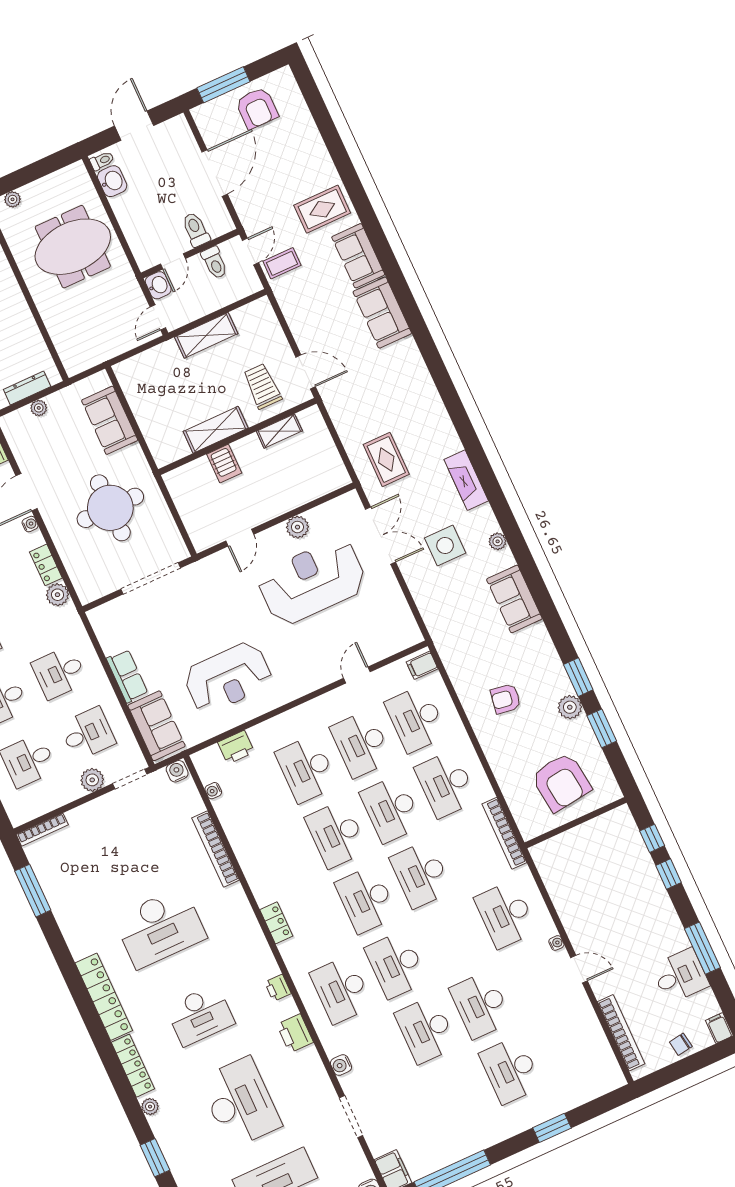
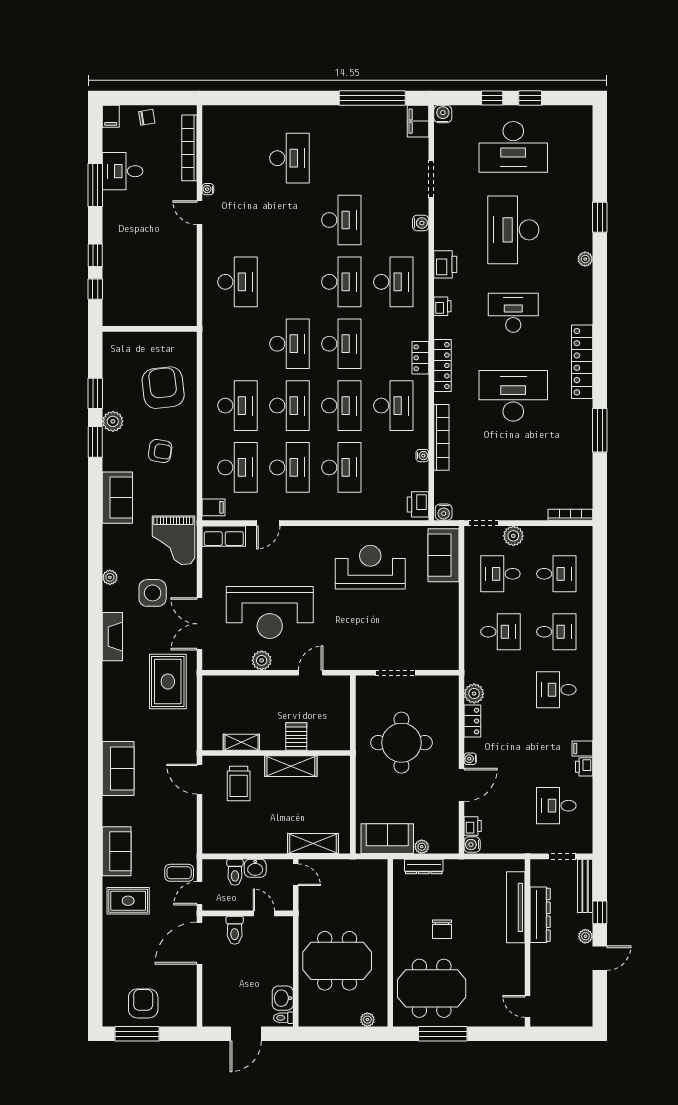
window: (223, 85) -> (137, 1034), moved
door: (215, 173) -> (200, 943), moved
door: (173, 261) -> (264, 913), hinge flipped
toilet: (214, 263) -> (235, 872), moved, turned 180
washbasin: (158, 285) -> (255, 868), moved, turned -90
sofa: (382, 313) -> (118, 768), moved
door: (158, 317) -> (296, 875), hinge flipped
shelving: (206, 335) -> (313, 844), moved
sofa: (110, 420) -> (387, 839), moved, turned -90
rug: (386, 459) -> (168, 682), width x1.36, depth x1.43
doorway: (151, 578) -> (395, 673), width x0.73
sofa: (514, 599) -> (117, 498), moved
grand piano: (448, 611) -> (173, 540), added
row of seats: (127, 676) -> (224, 536), moved, turned -90
printer: (236, 747) -> (418, 504), moved, turned -90
armchair: (561, 782) -> (163, 388), moved
water cooler: (213, 791) -> (422, 456), moved
bookcase: (504, 833) -> (209, 346), removed
window: (33, 891) -> (600, 430), moved
water cooler: (556, 943) -> (208, 189), moved
desk: (481, 1005) -> (393, 406), moved
locker: (133, 1066) -> (443, 366), moved, turned 180
window: (552, 1128) -> (278, 98), removed

